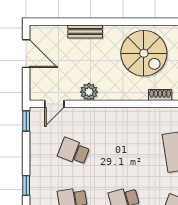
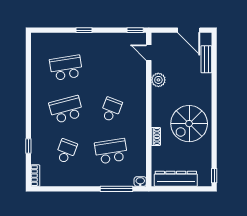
bench: (85, 31) -> (206, 59), moved
door: (26, 54) -> (189, 30), hinge flipped
school desk: (74, 151) -> (111, 109), moved

